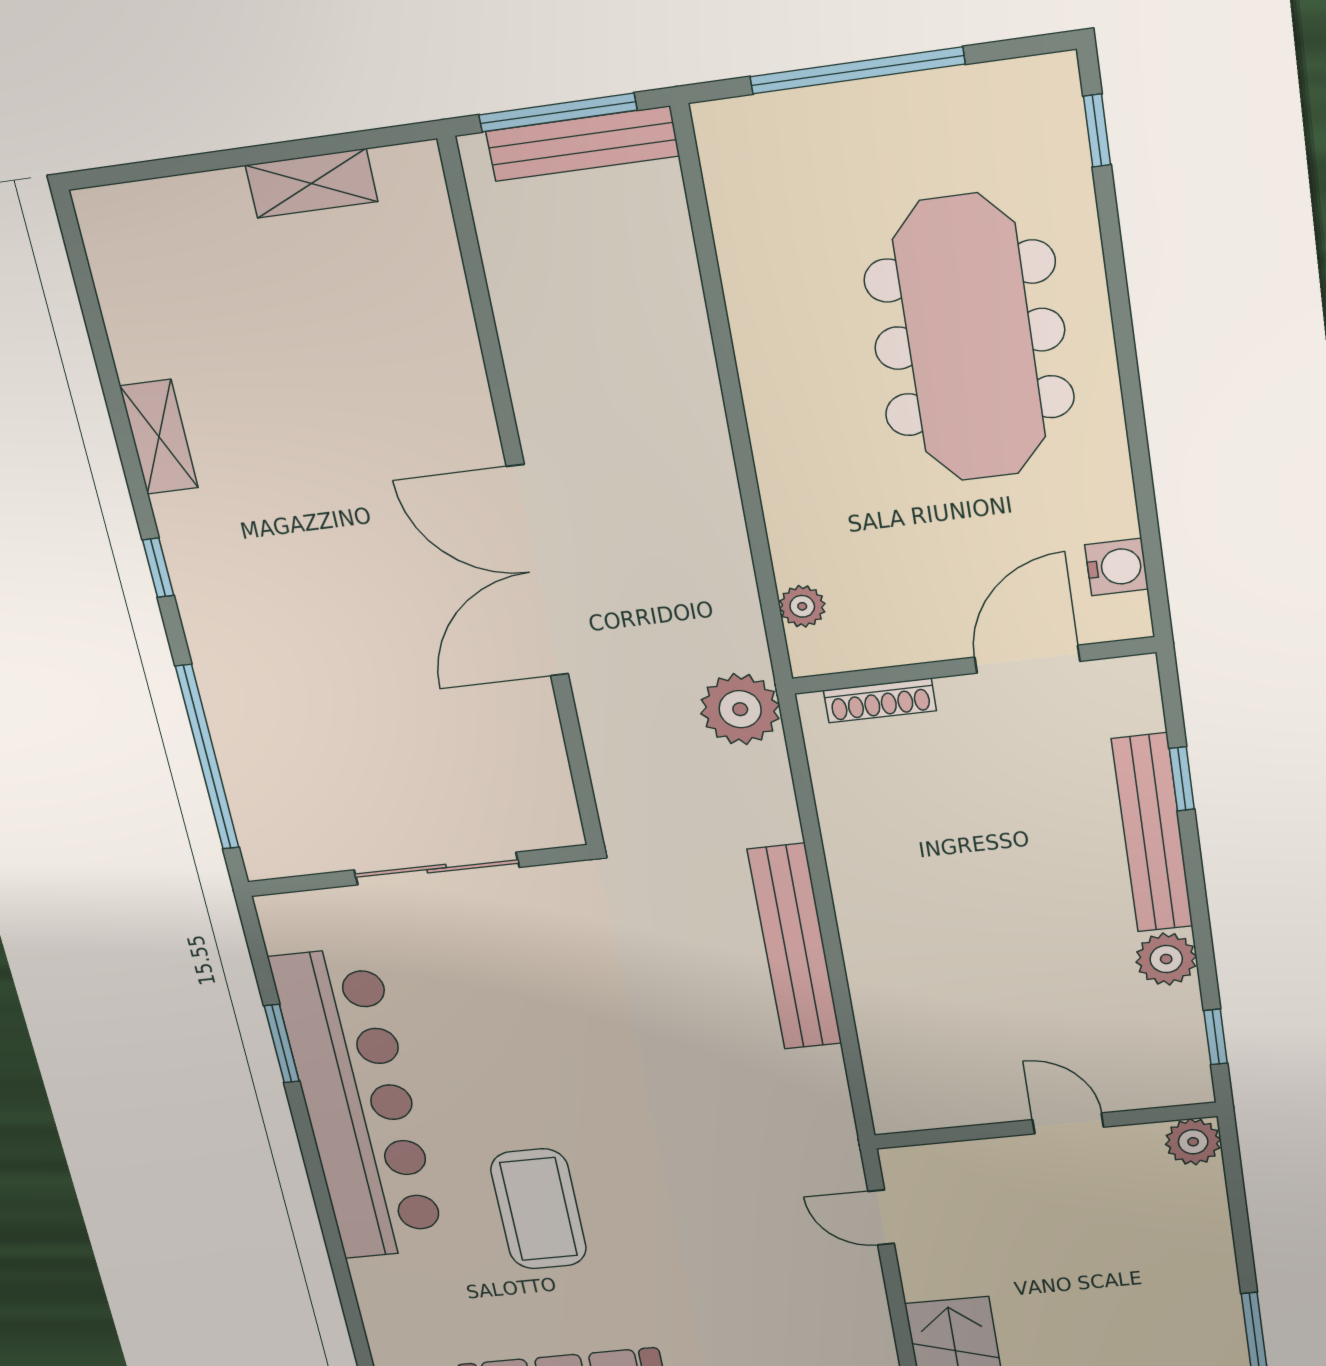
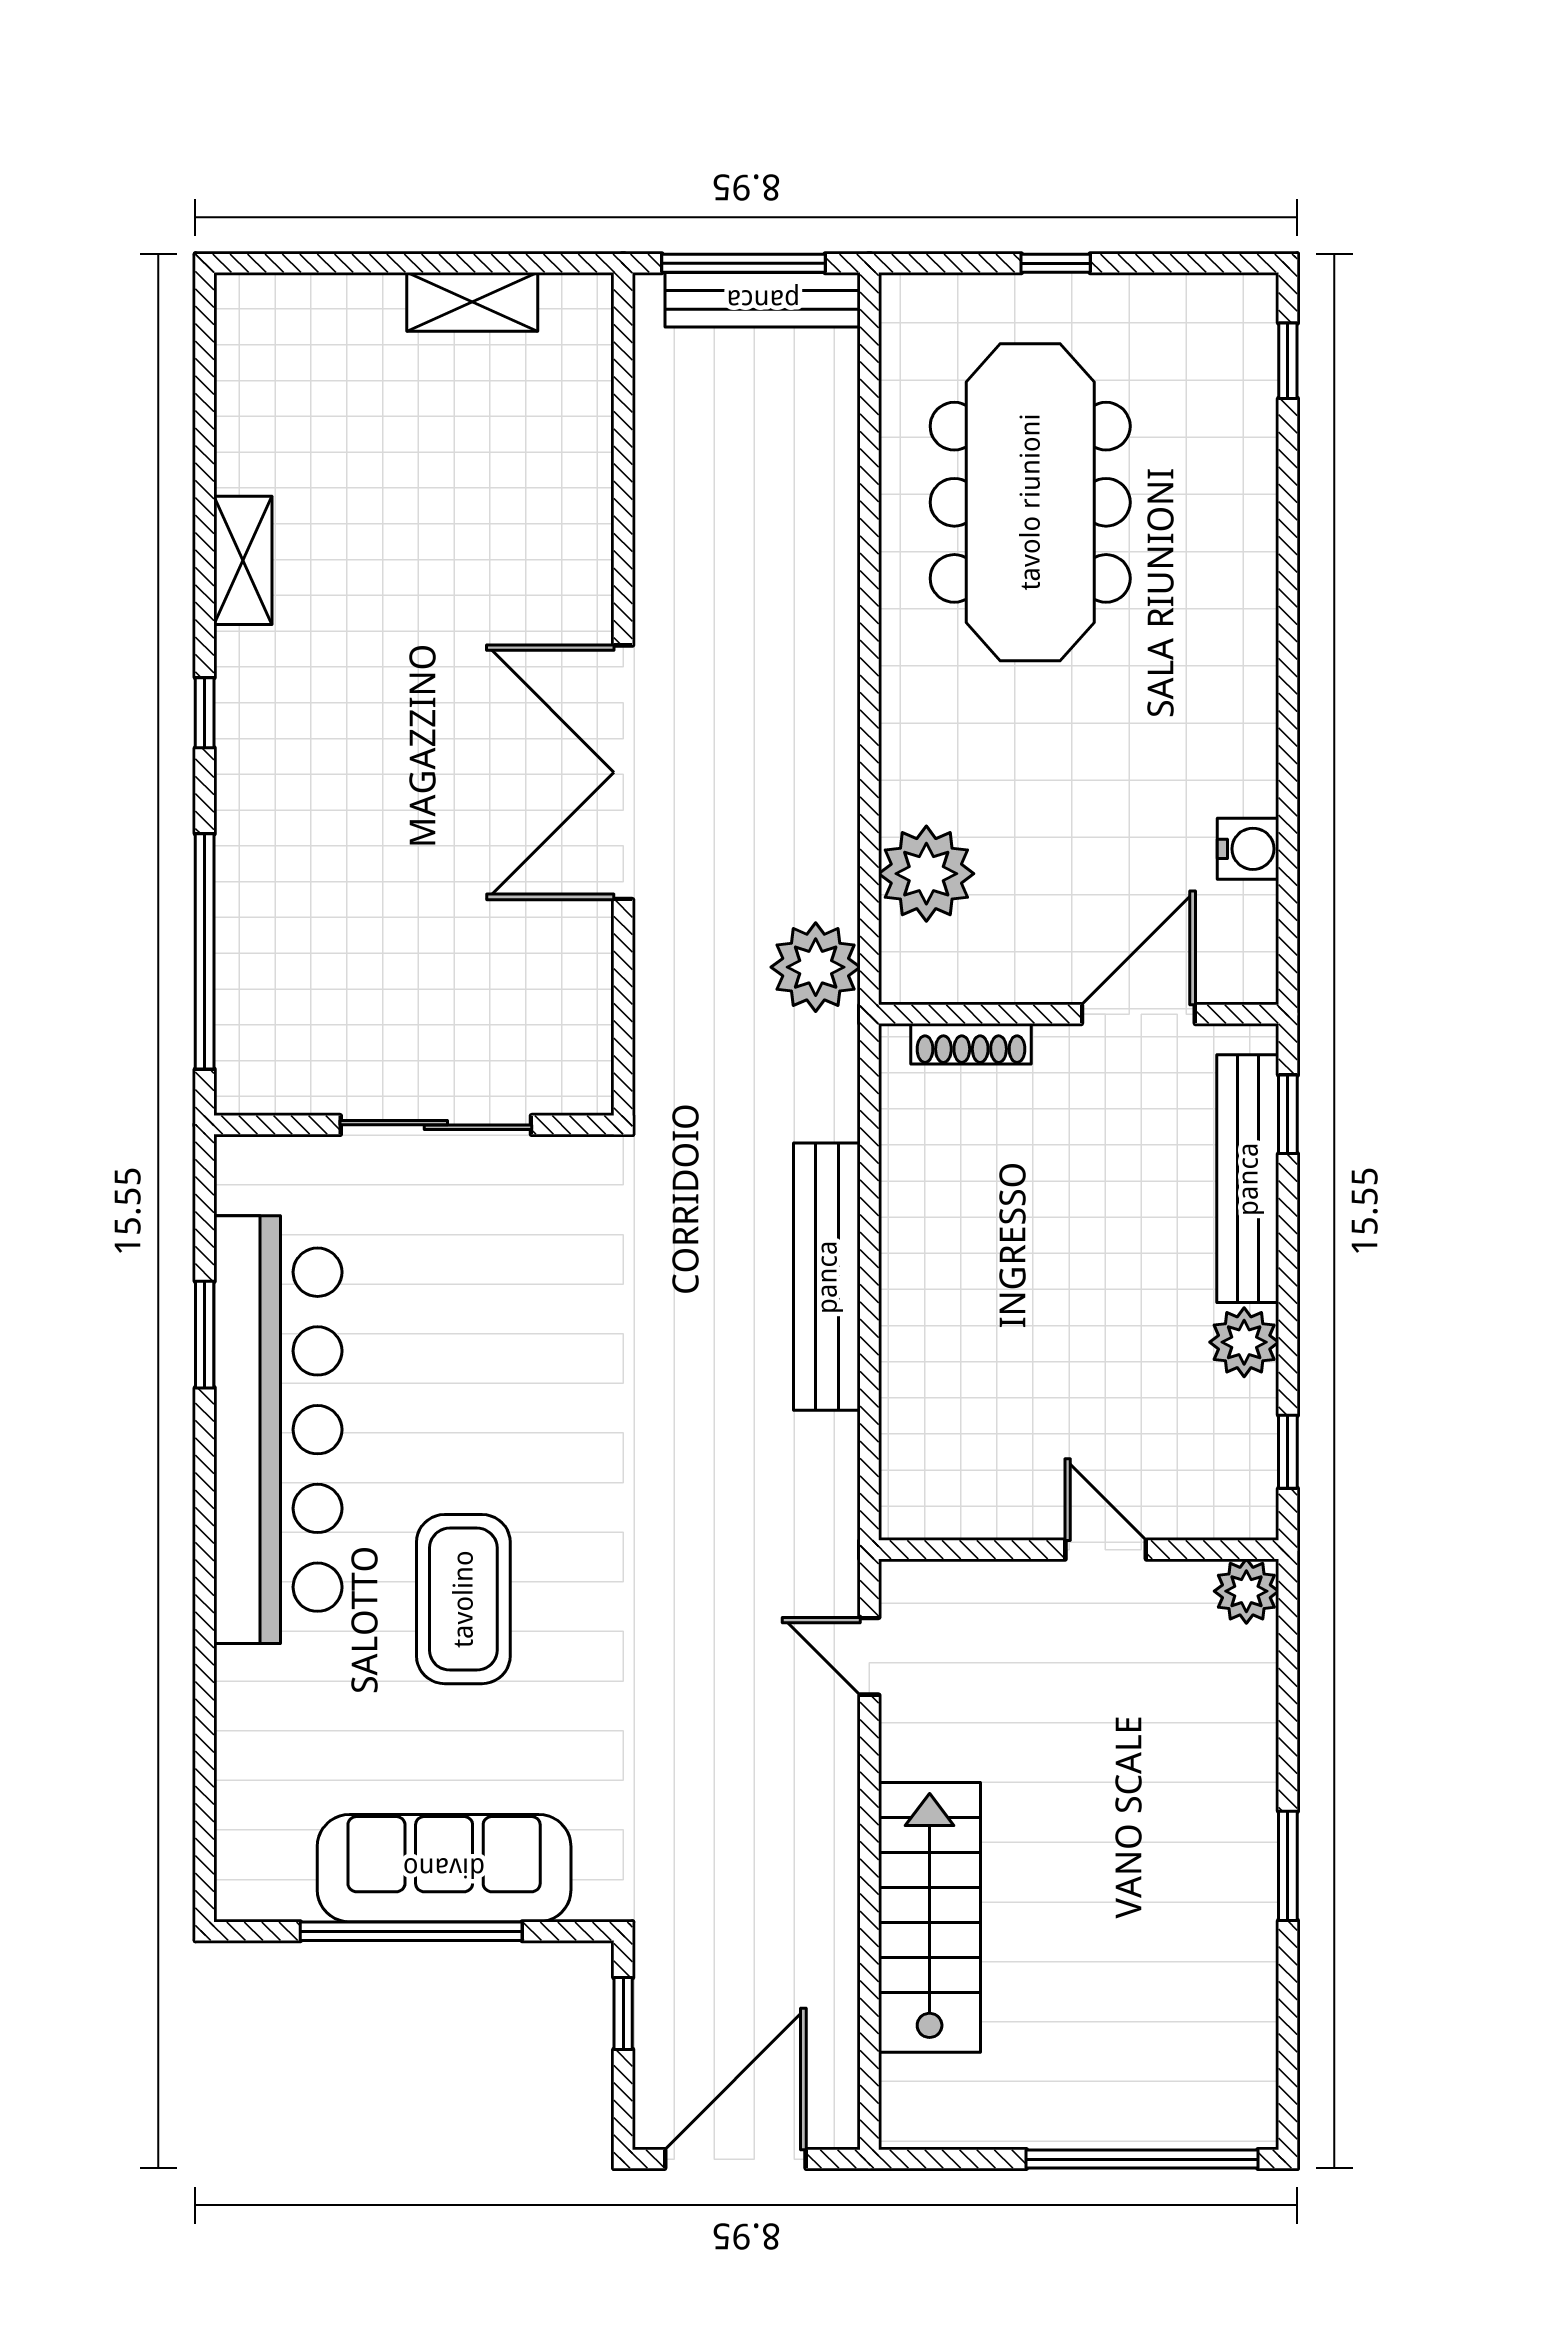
window: (857, 70) -> (1056, 263), width x0.32
meeting table: (970, 339) -> (1030, 502), moved
plant: (802, 606) -> (926, 874), width x1.88, depth x1.88
door: (1027, 659) -> (1138, 1014), moved
wall: (973, 666) -> (1079, 1014), moved
shoe rack: (880, 701) -> (971, 1044), moved

